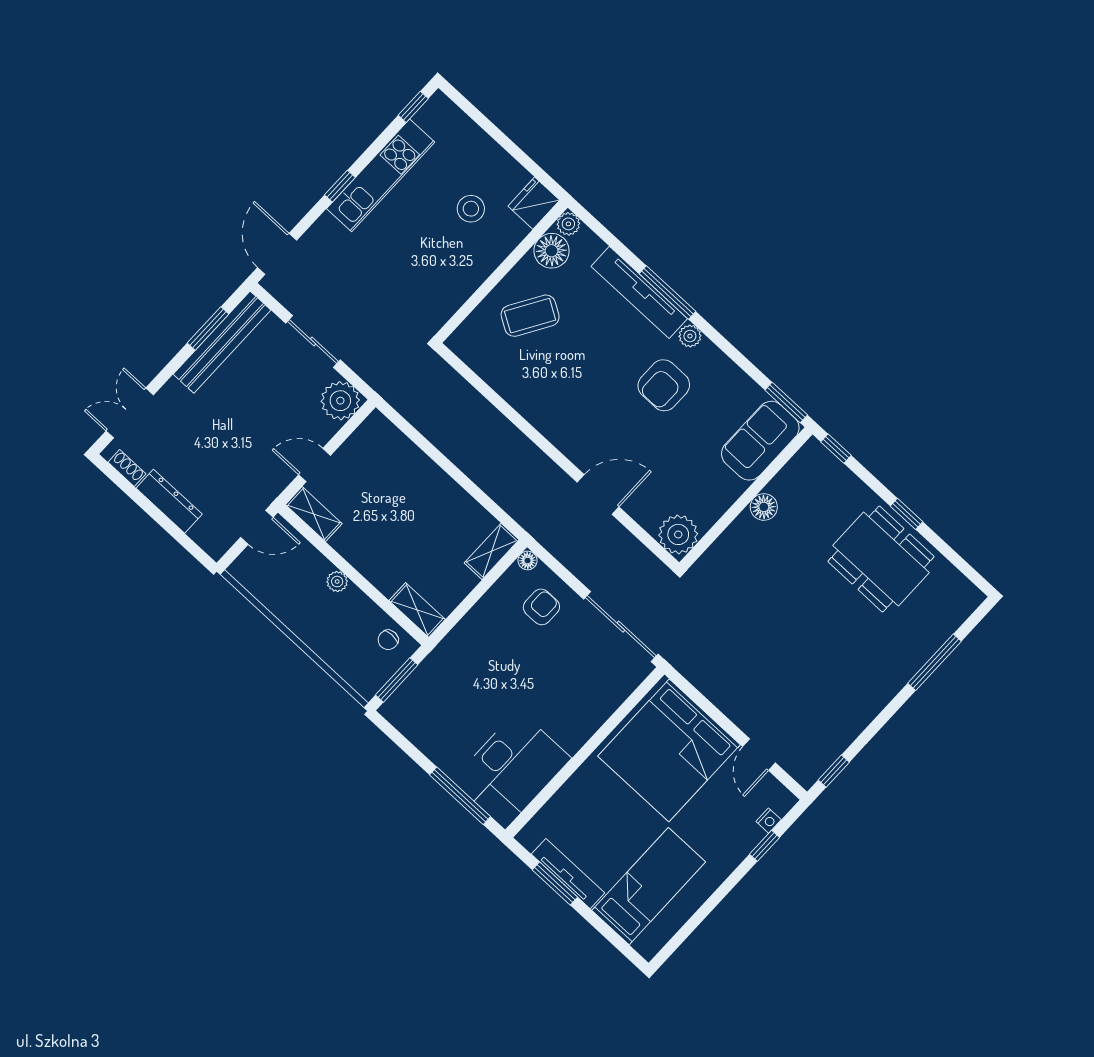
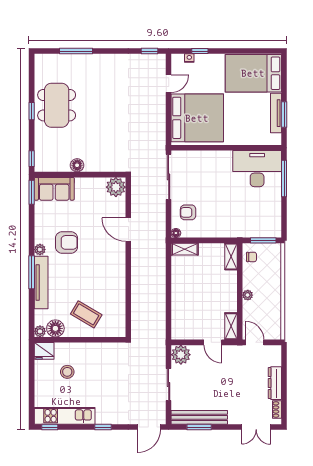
kitchen unit: (381, 175) -> (65, 416), moved
bed: (649, 886) -> (253, 73), width x1.50

